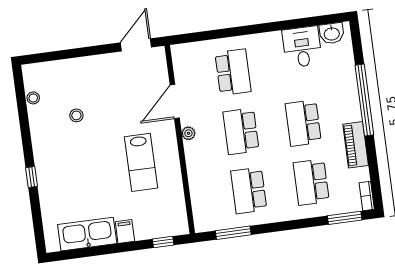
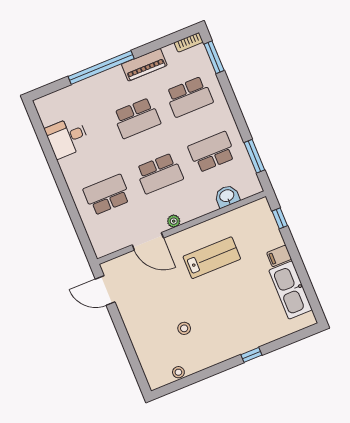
washbasin: (332, 33) -> (227, 196), moved, turned -90
school desk: (249, 190) -> (212, 152), turned 180

